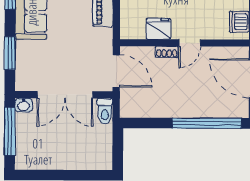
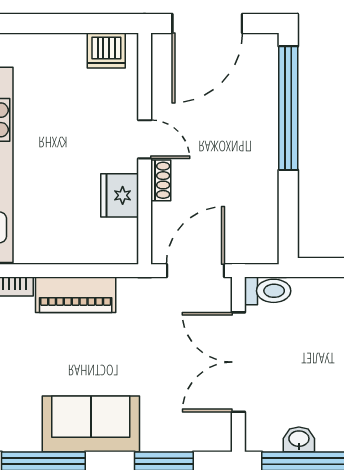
double door: (65, 95) -> (238, 362), swing flipped
washbasin: (24, 105) -> (299, 439), moved, turned -90

